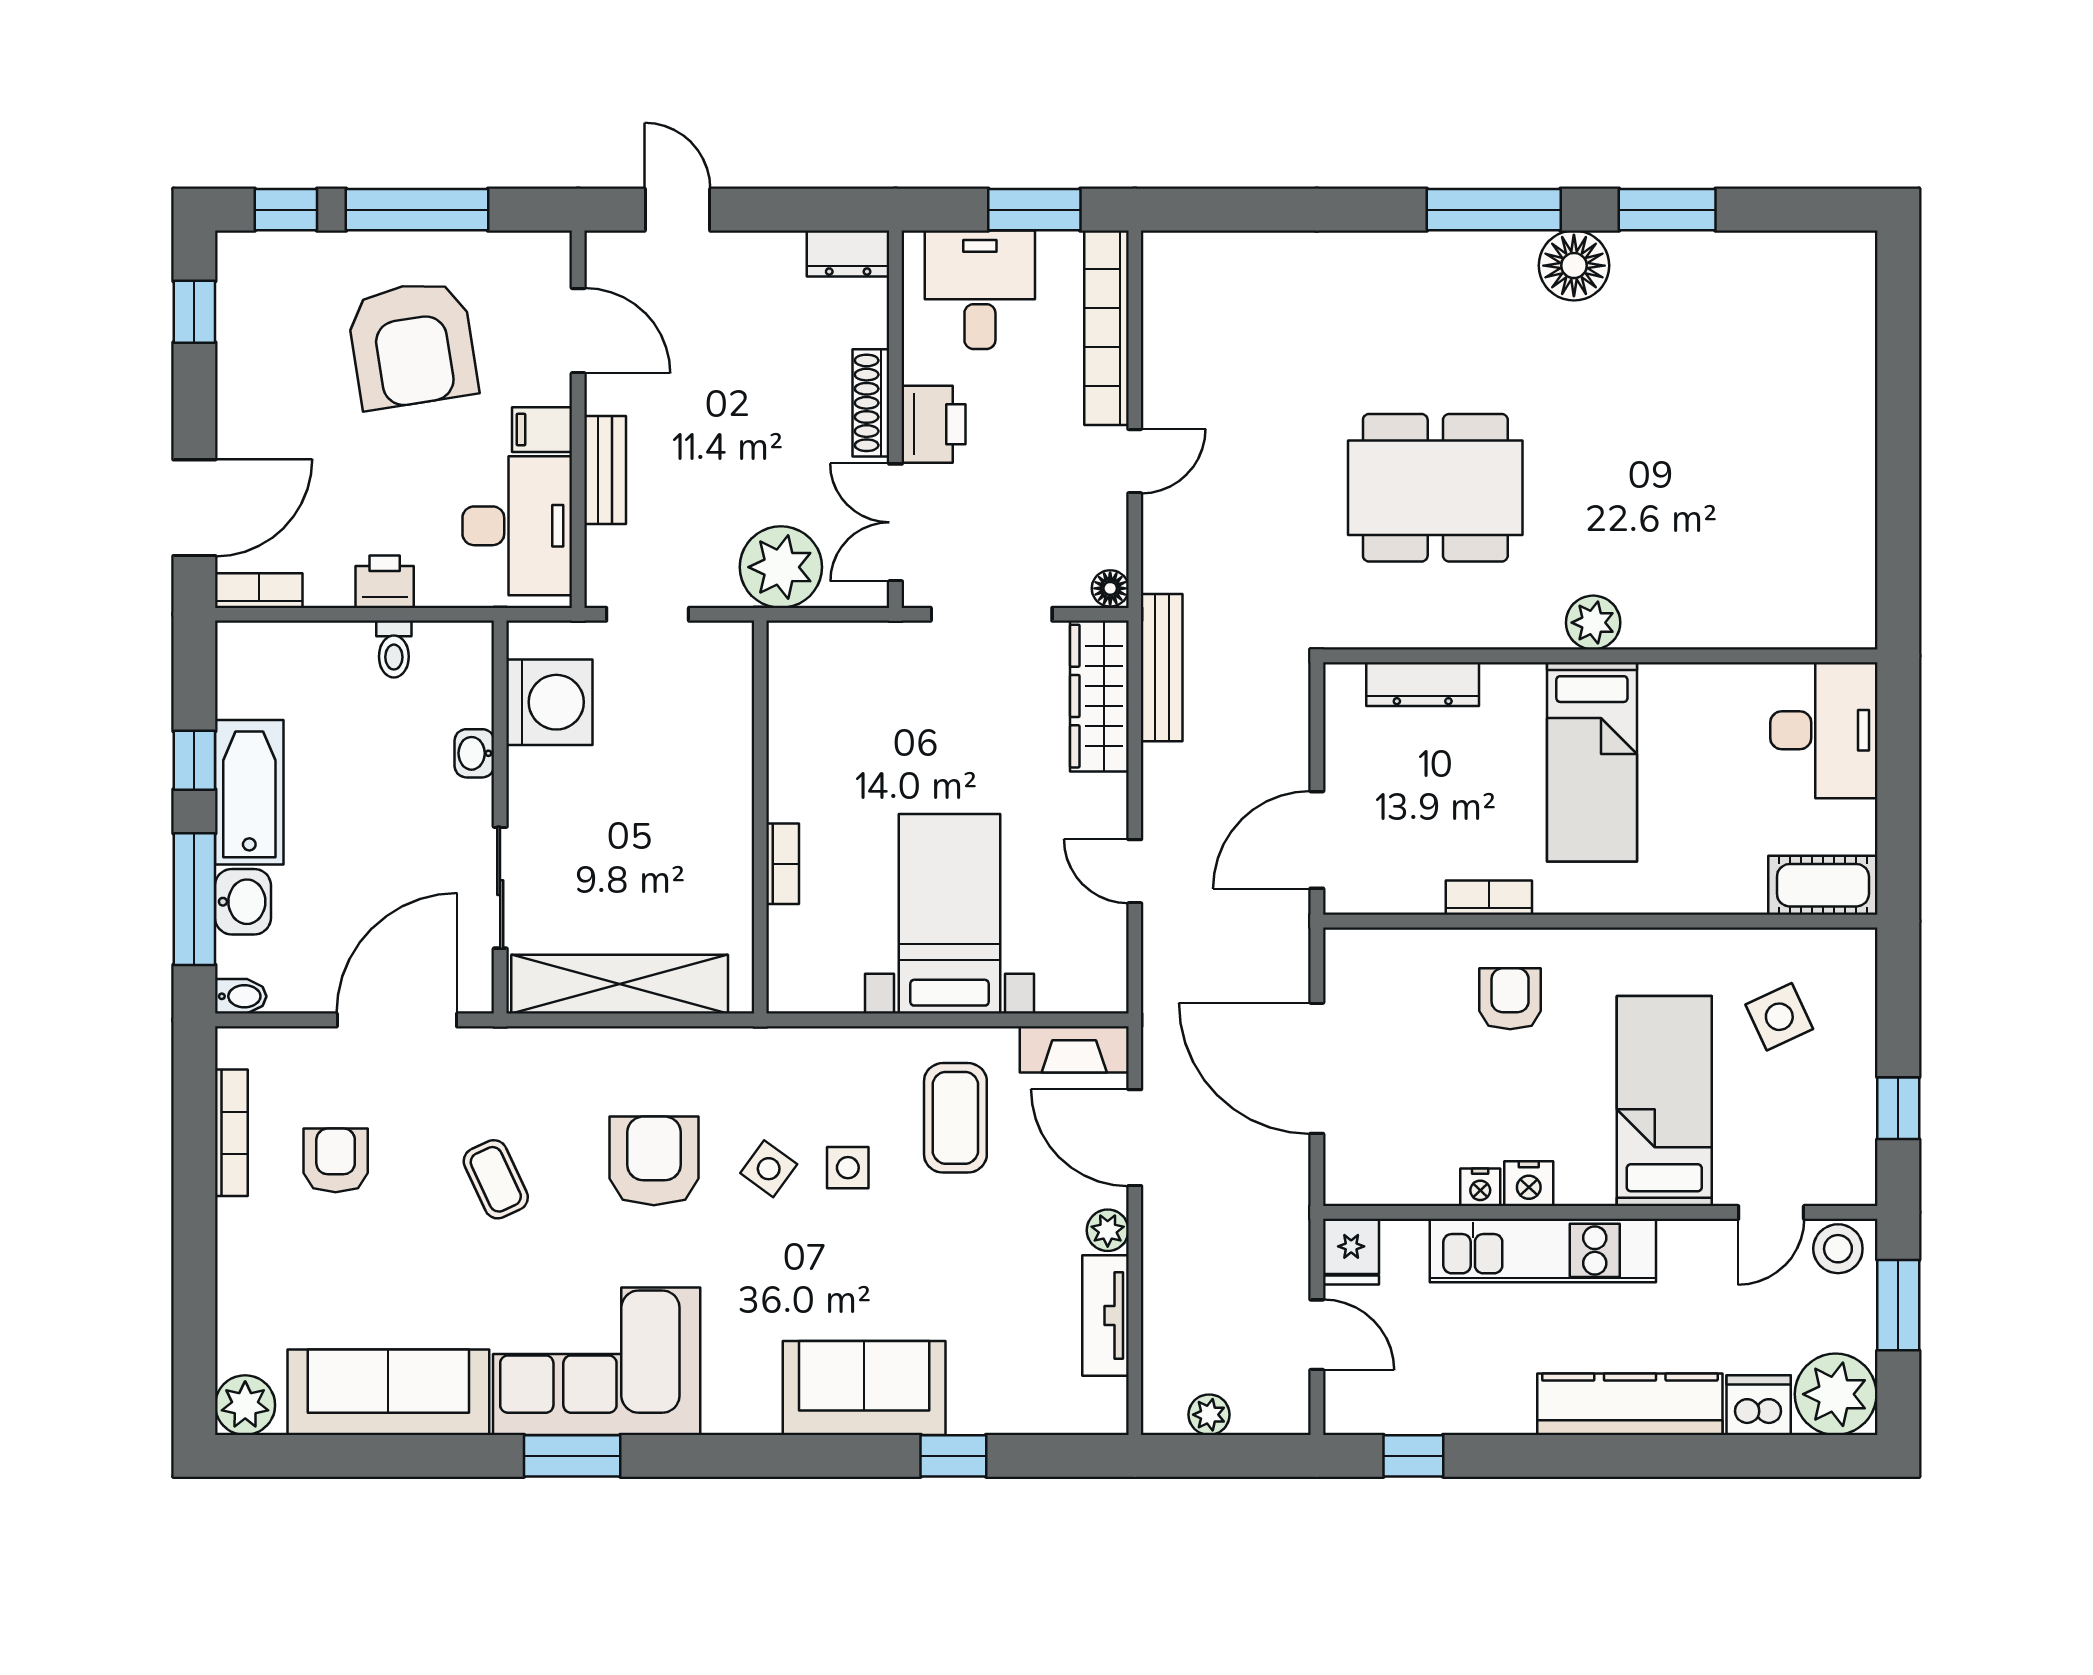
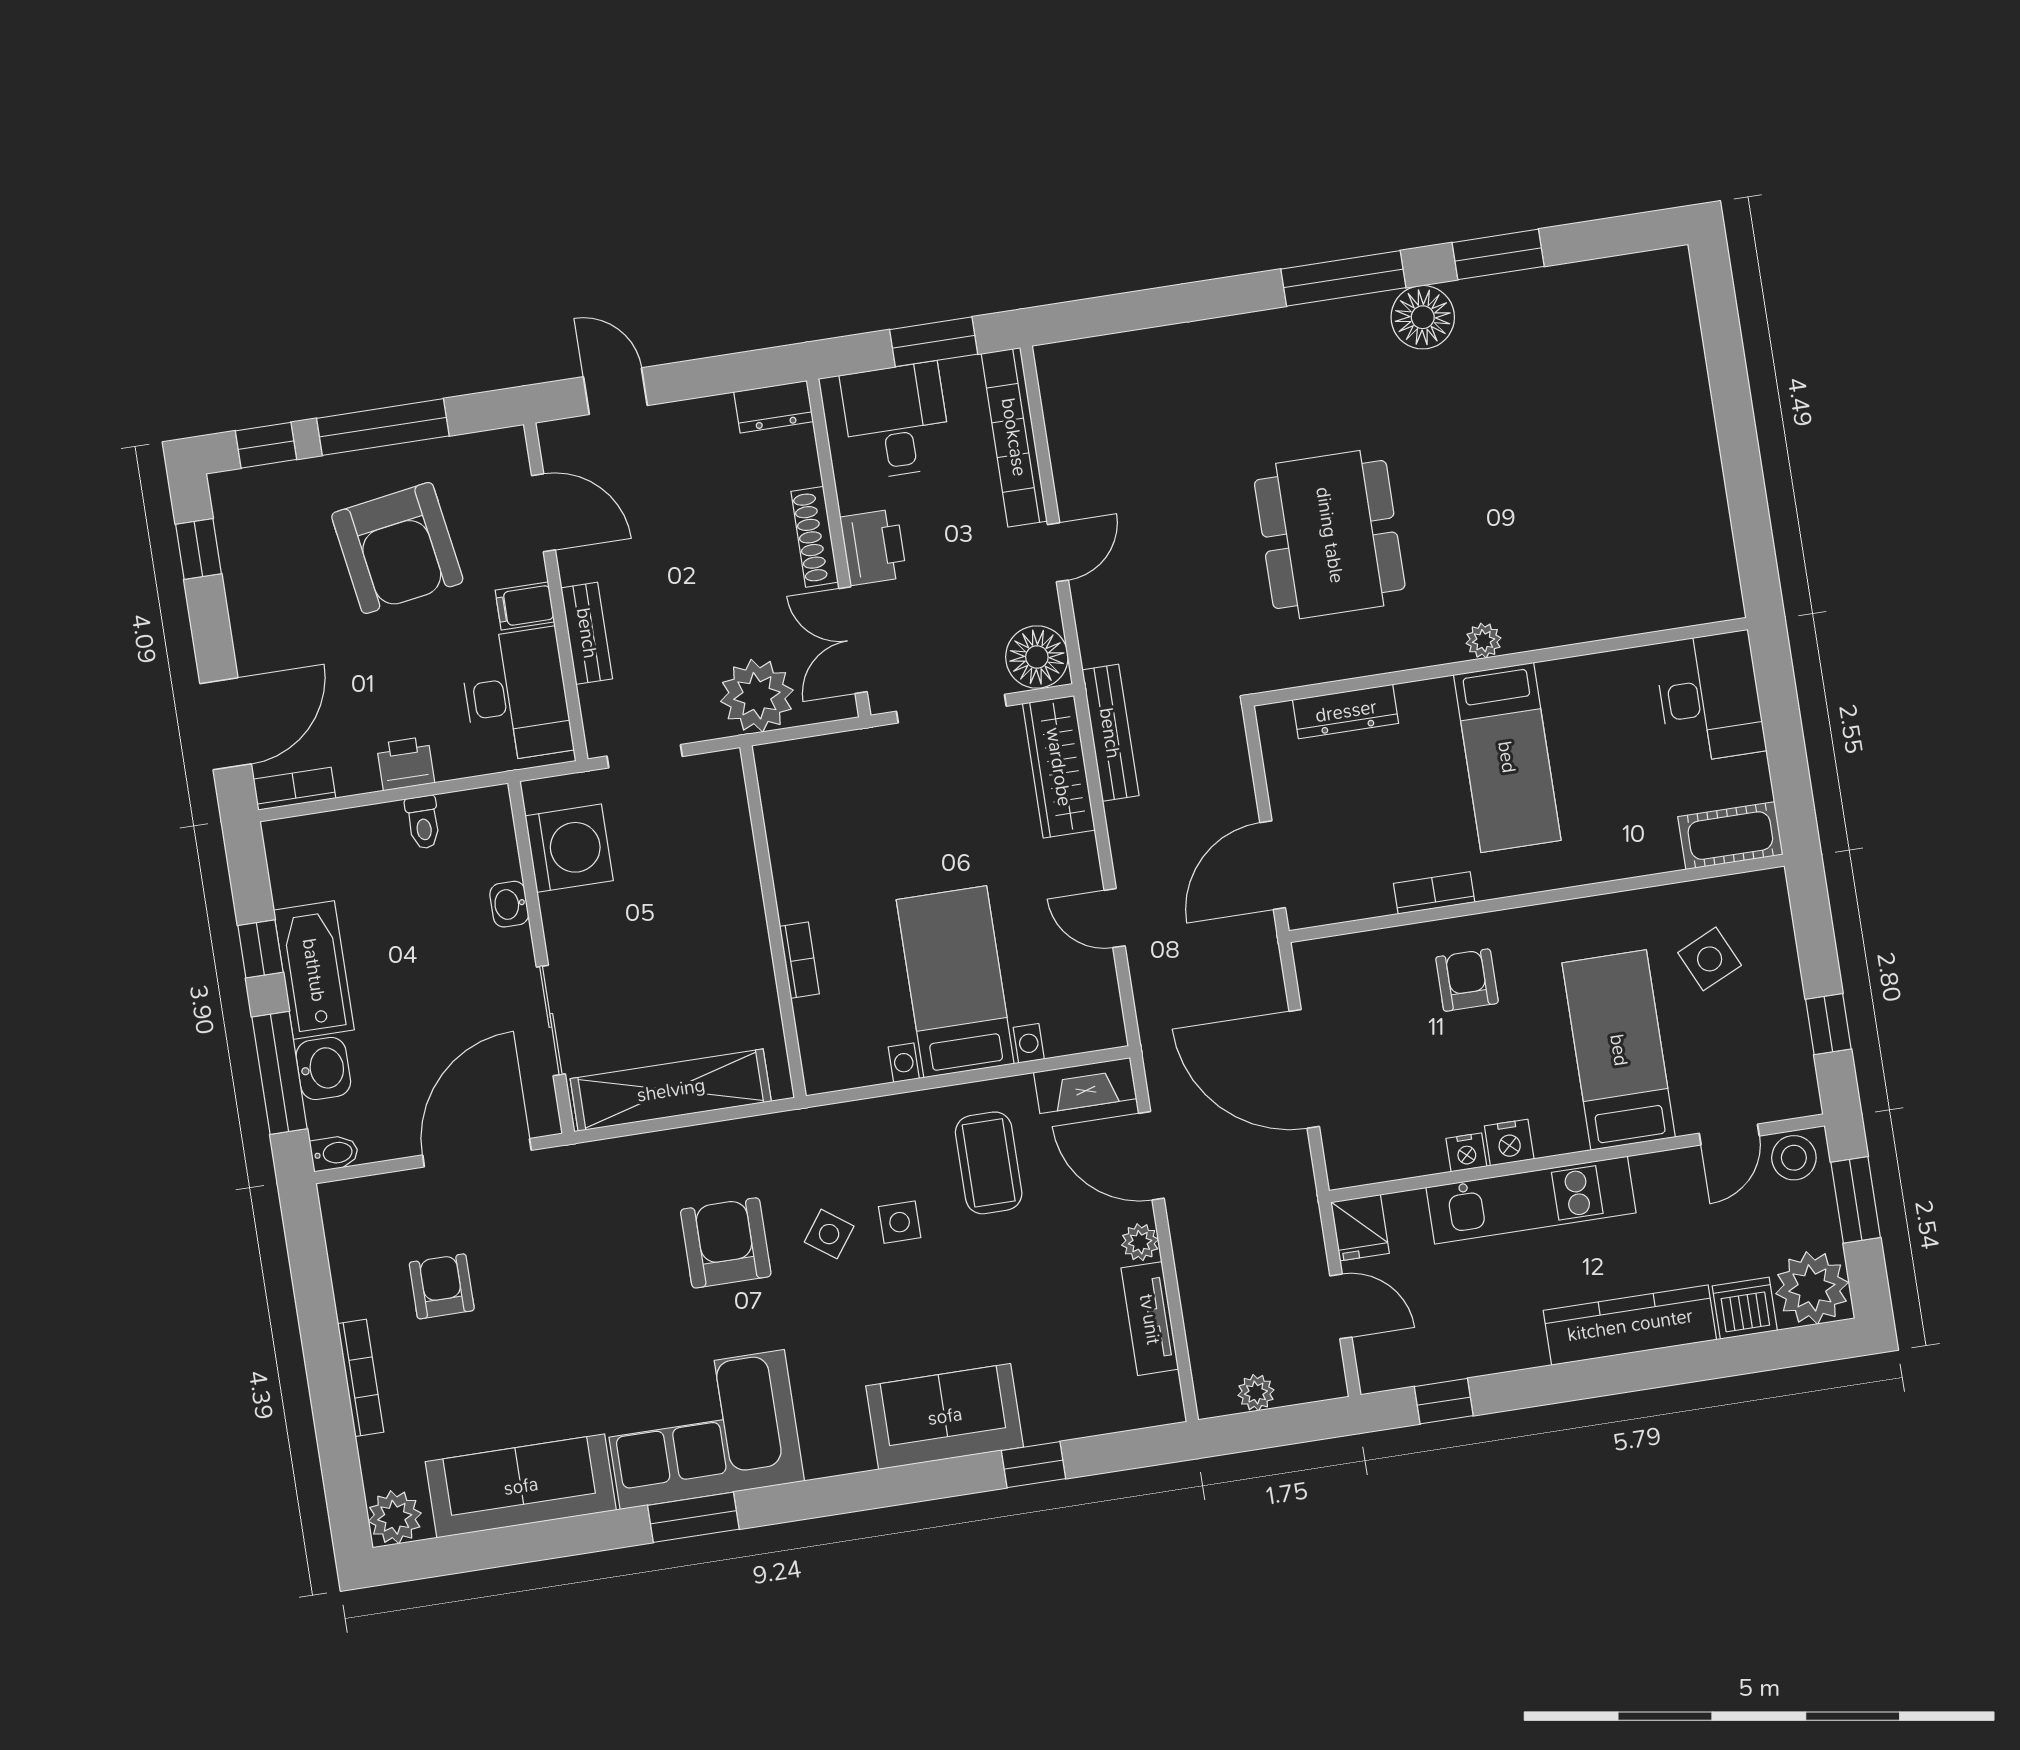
dining table: (1435, 488) -> (1330, 535), turned 90
floor lamp: (1110, 588) -> (1037, 657), width x1.89, depth x1.89
plant: (1593, 623) -> (1484, 641), width x0.73, depth x0.73
bookcase: (231, 1133) -> (361, 1378), moved
coffee table: (496, 1179) -> (587, 1281), removed

